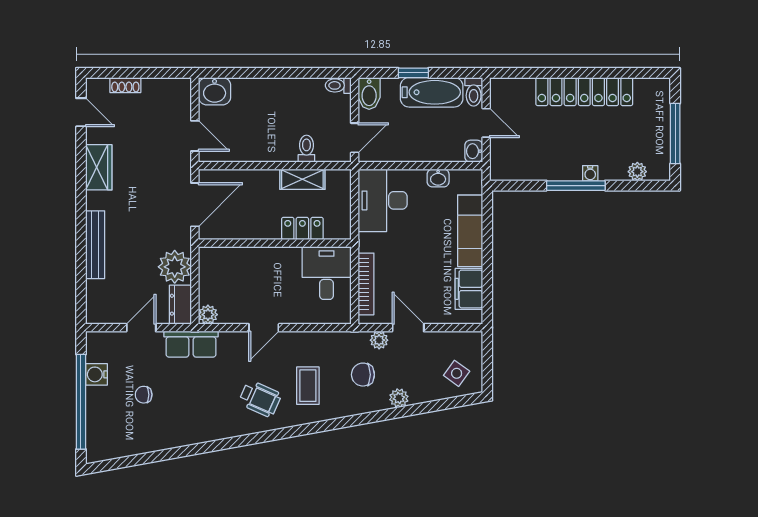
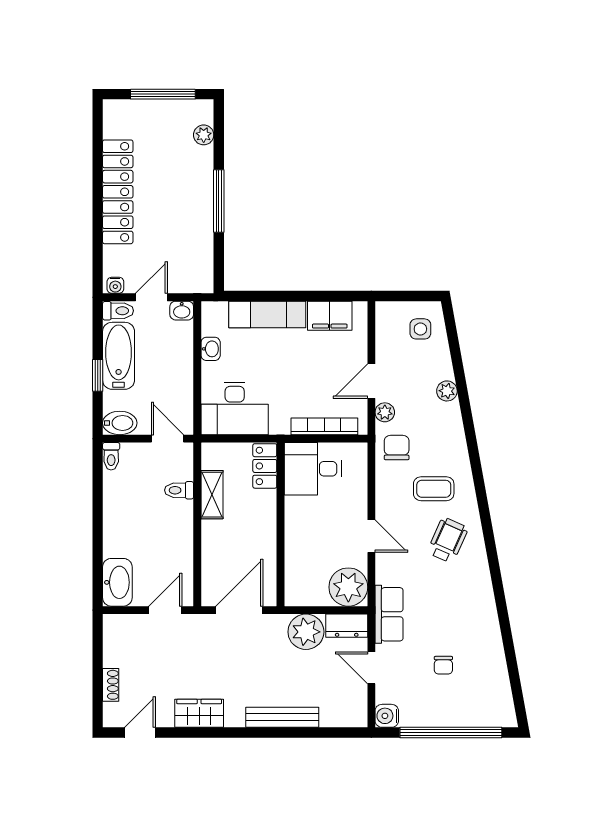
washbasin: (215, 91) -> (117, 582), width x1.38
water cooler: (590, 173) -> (115, 285), moved, turned 90
door: (195, 205) -> (239, 610), hinge flipped
locker: (302, 228) -> (265, 466), moved
plant: (208, 315) -> (348, 587), width x1.87, depth x1.87
side table: (457, 373) -> (420, 329), turned -36
water cooler: (96, 374) -> (387, 716), moved, turned 90
chair: (363, 375) -> (397, 448), moved, turned 180

